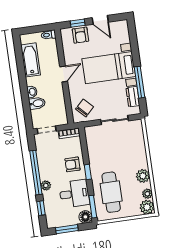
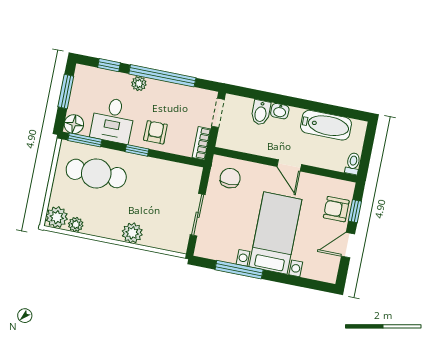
dresser: (133, 97) -> (222, 253), removed
chair: (85, 108) -> (230, 178), turned -135
plant: (143, 176) -> (132, 233), moved

